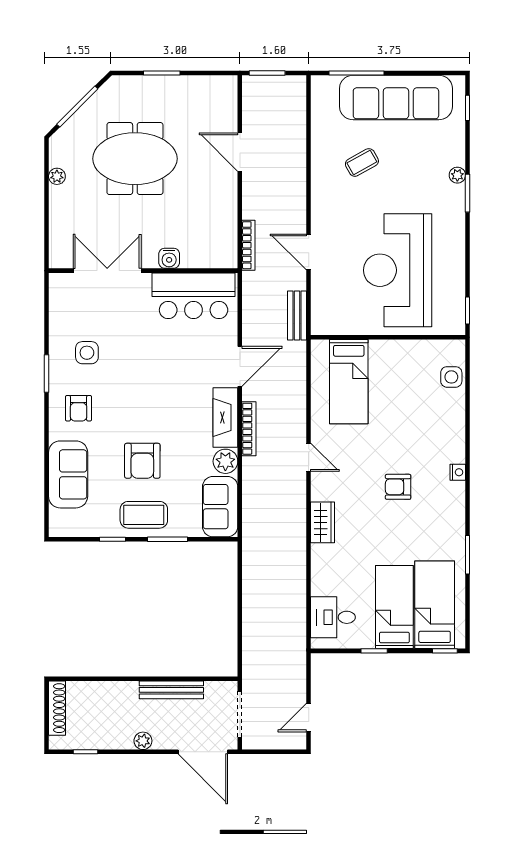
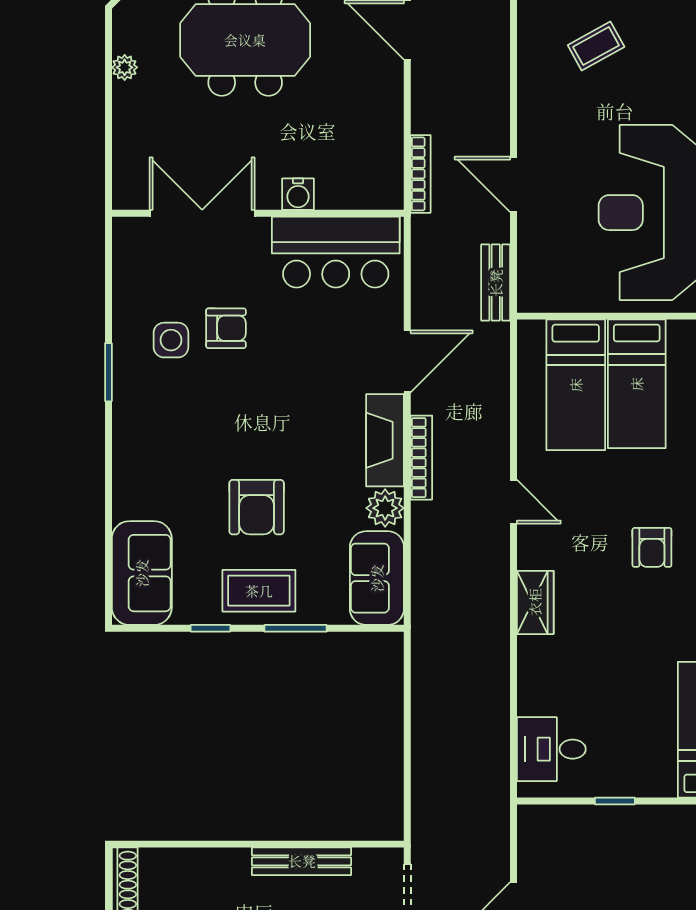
armchair: (79, 408) -> (226, 328), moved, turned -90
sofa: (68, 474) -> (142, 573), moved
armchair: (398, 487) -> (652, 547), turned -90
bed: (394, 607) -> (637, 384), moved, turned 180

